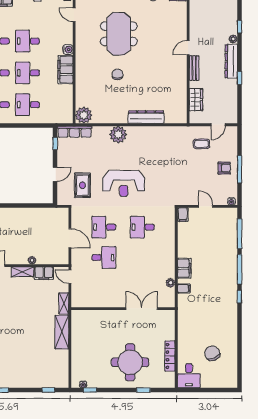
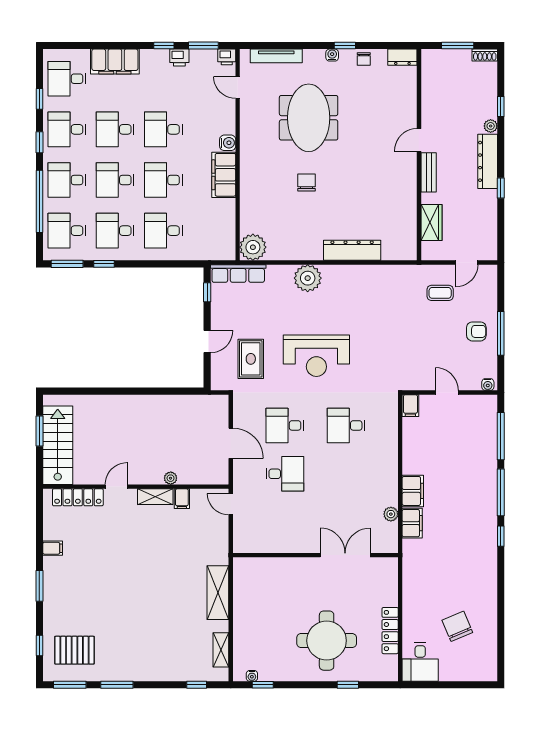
filing cabinet: (44, 273) -> (182, 499), width x0.50
filing cabinet: (184, 288) -> (412, 523), width x2.00
shelving: (64, 303) -> (221, 650), moved

